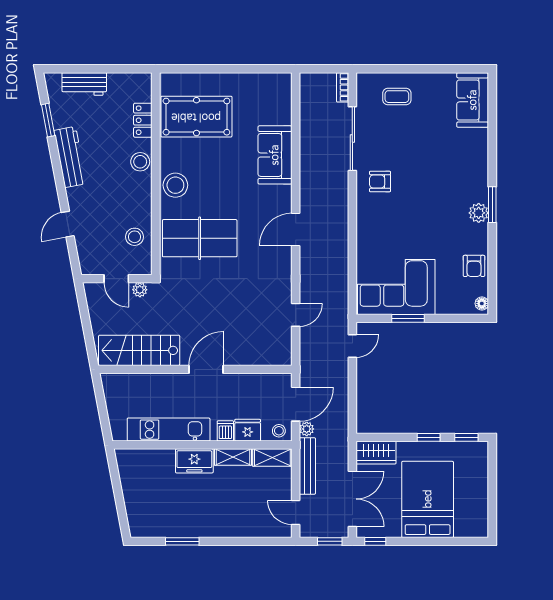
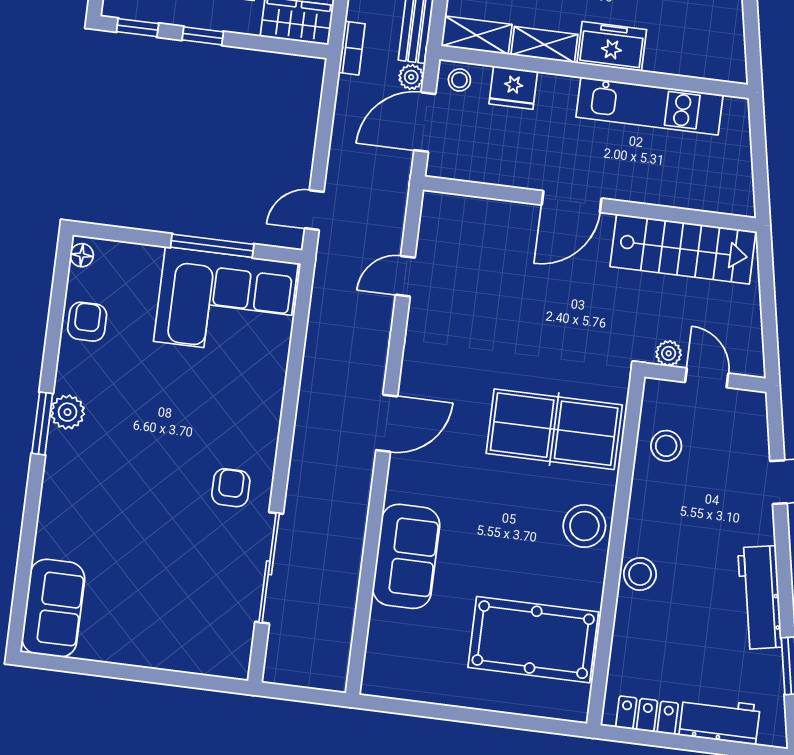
bookcase: (343, 87) -> (352, 48), moved
coffee table: (397, 97) -> (183, 631), removed
locker: (143, 120) -> (647, 715), moved, turned -90
armchair: (380, 182) -> (231, 488), turned -90
window: (408, 318) -> (212, 246), width x1.44
dishwasher: (225, 431) -> (552, 91), removed

